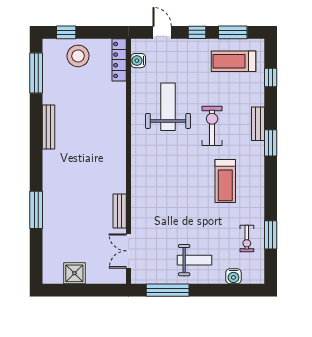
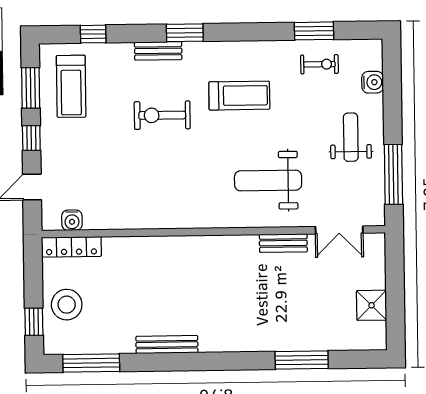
weight bench: (168, 107) -> (268, 180), moved
window: (36, 210) -> (302, 360), moved

